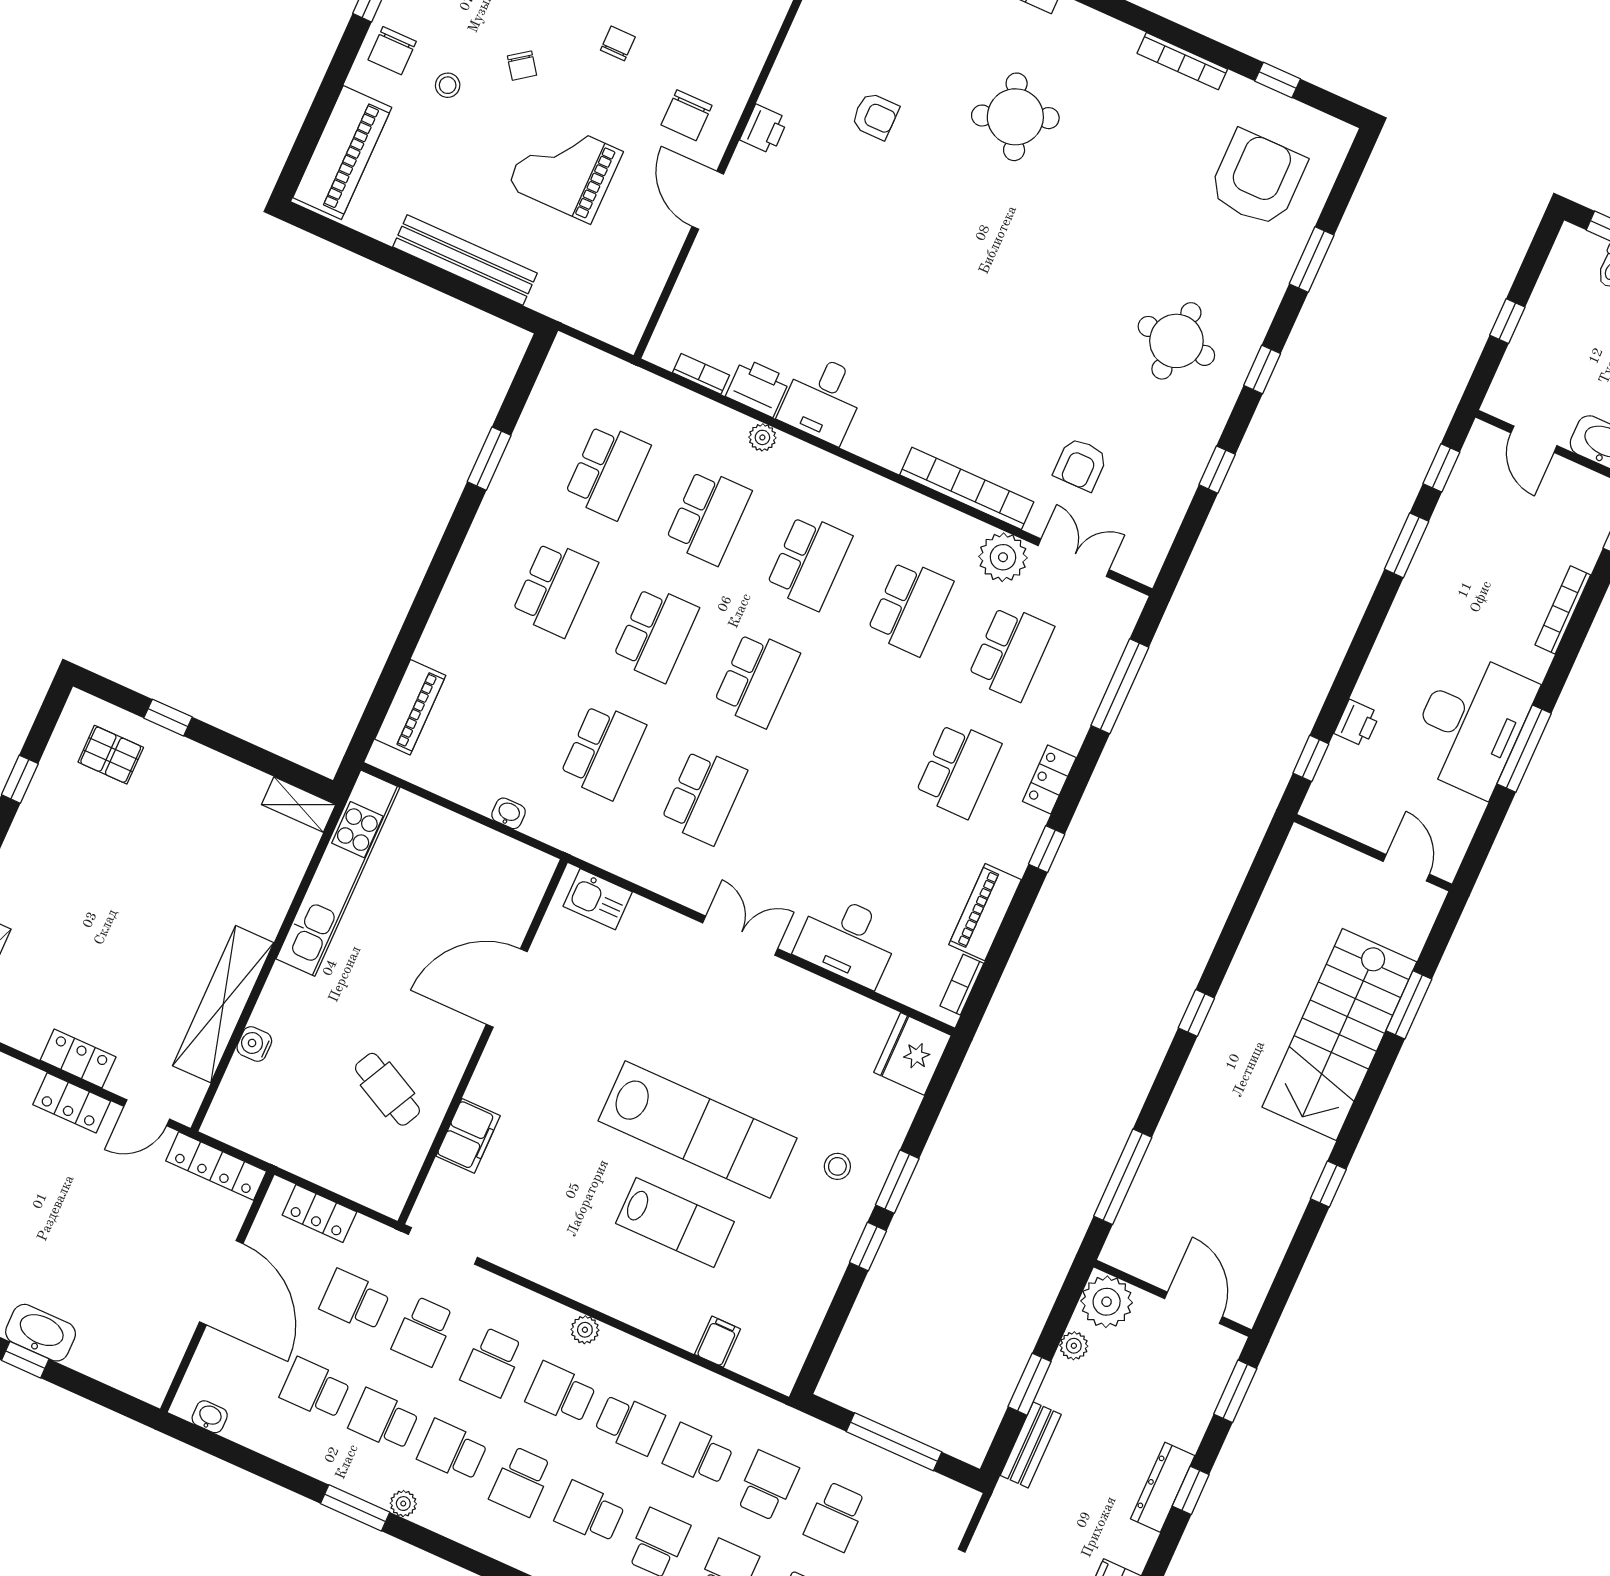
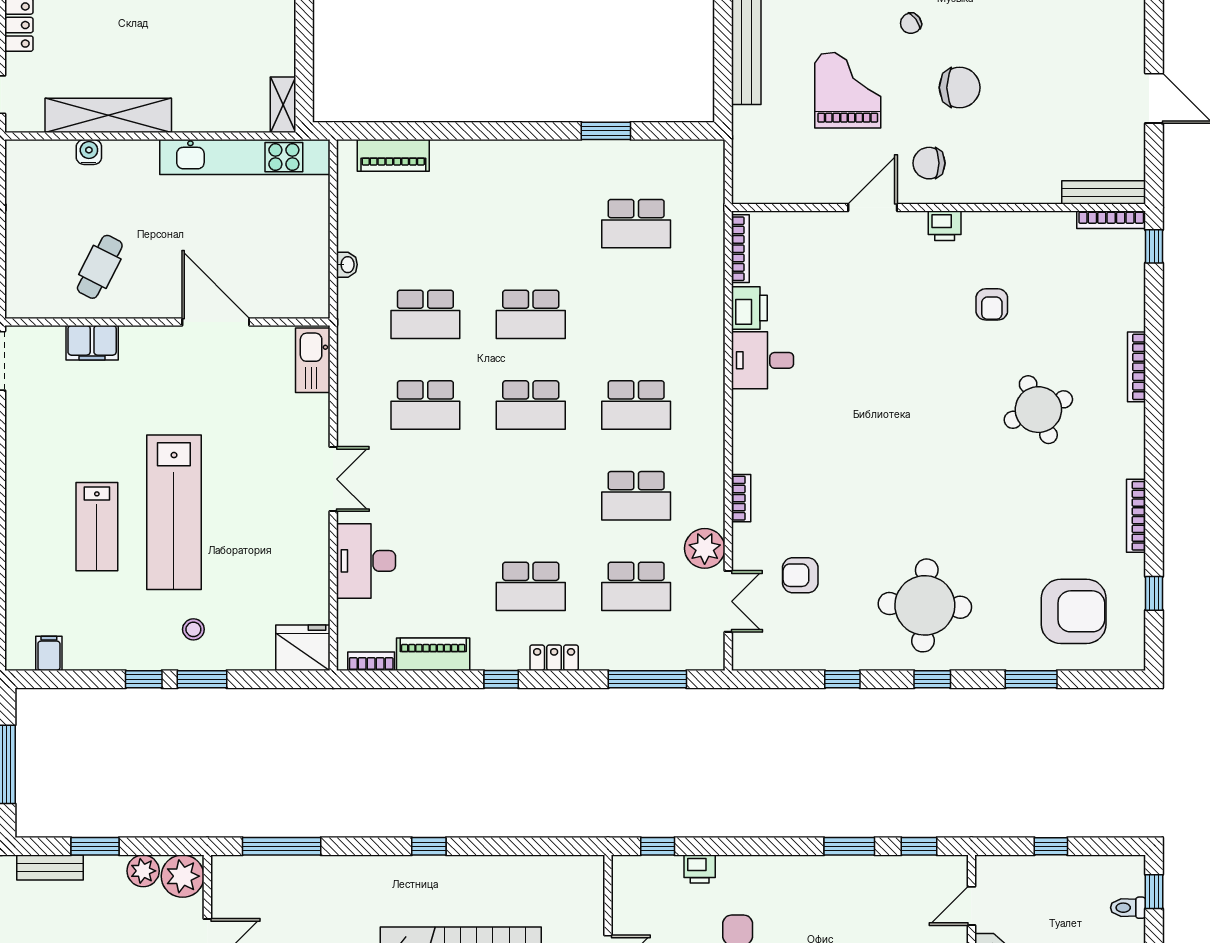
chair: (618, 43) -> (960, 88), width x1.87, depth x1.87
round table: (1176, 341) -> (925, 605), width x1.36, depth x1.36
bookcase: (701, 374) -> (740, 249), width x1.56
plant: (762, 437) -> (713, 328), removed
bookcase: (967, 488) -> (741, 498), width x0.43, depth x0.76
school desk: (708, 517) -> (636, 314), removed
school desk: (555, 588) -> (531, 224), removed
kitchen sink: (598, 899) -> (313, 360), width x1.38
filing cabinet: (718, 1342) -> (49, 653), moved, turned -90
plant: (1074, 1346) -> (143, 871), width x1.38, depth x1.38

